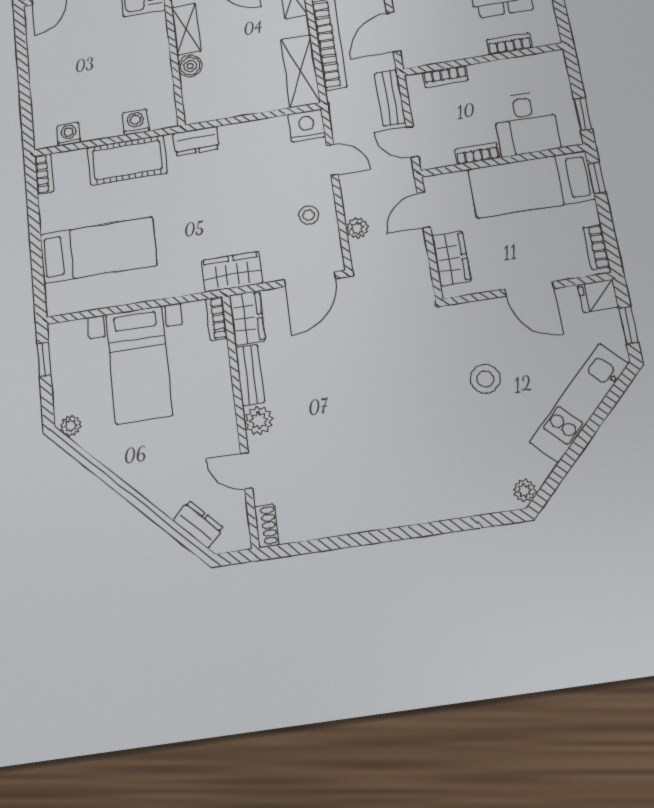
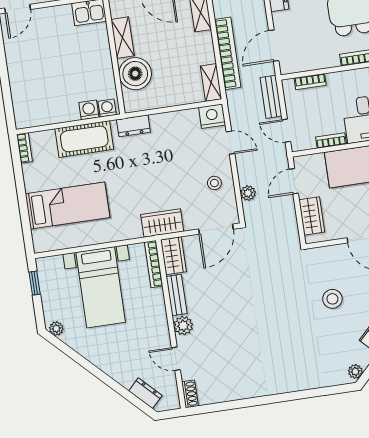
boiler: (190, 66) -> (135, 74), width x1.86, depth x1.86
shelving: (300, 71) -> (211, 82), width x0.67, depth x0.75
washing machine: (69, 134) -> (107, 108), moved
bookcase: (216, 319) -> (154, 264), width x1.56

